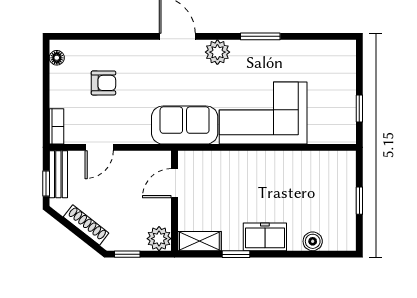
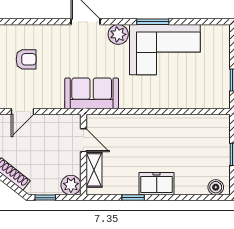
corner sofa: (263, 113) -> (165, 50), moved, turned 180
door: (174, 183) -> (83, 140), swing flipped
shelving: (199, 241) -> (94, 170), moved, turned 90
boiler: (313, 241) -> (216, 187), moved

